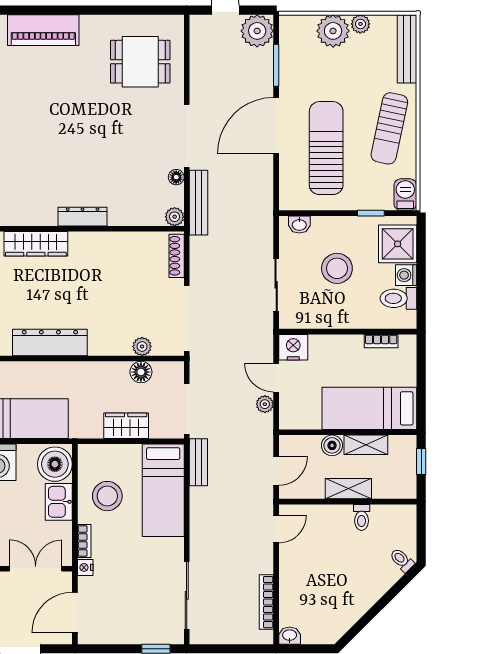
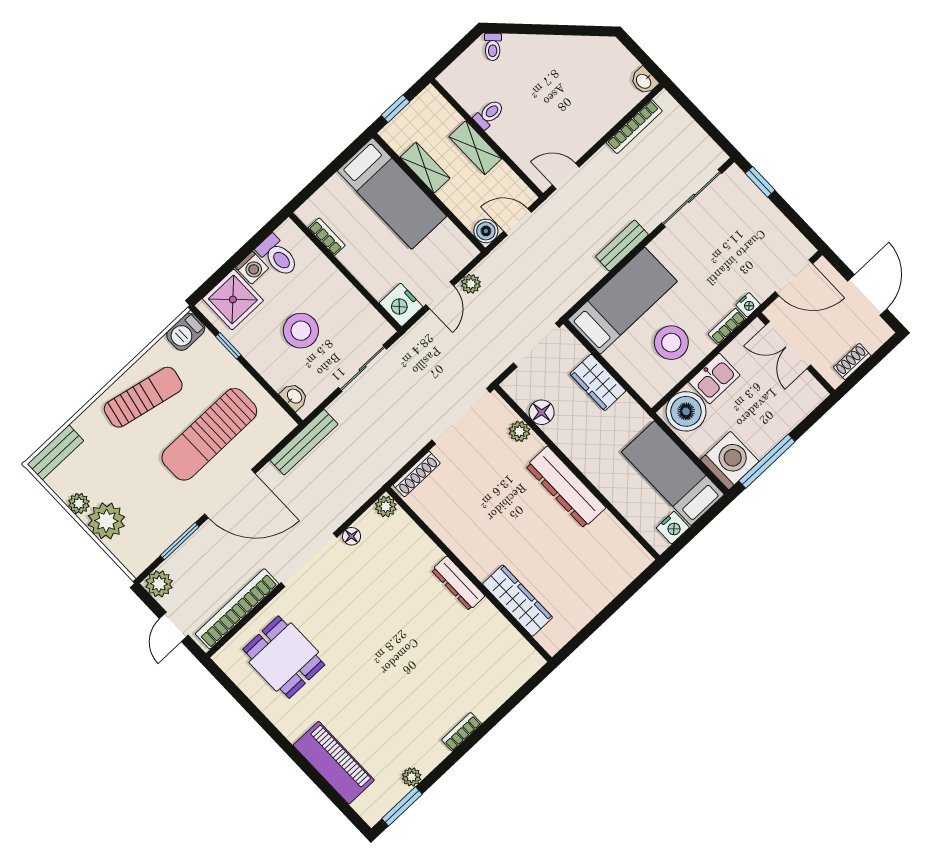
plant: (257, 31) -> (159, 584), width x0.73, depth x0.73
bench: (407, 49) -> (55, 452), width x0.73
bookcase: (199, 61) -> (237, 609), added
bench: (198, 203) -> (304, 442), moved
dresser: (50, 343) -> (566, 487), moved
boiler: (332, 445) -> (486, 231), moved
bench: (198, 462) -> (622, 246), moved

